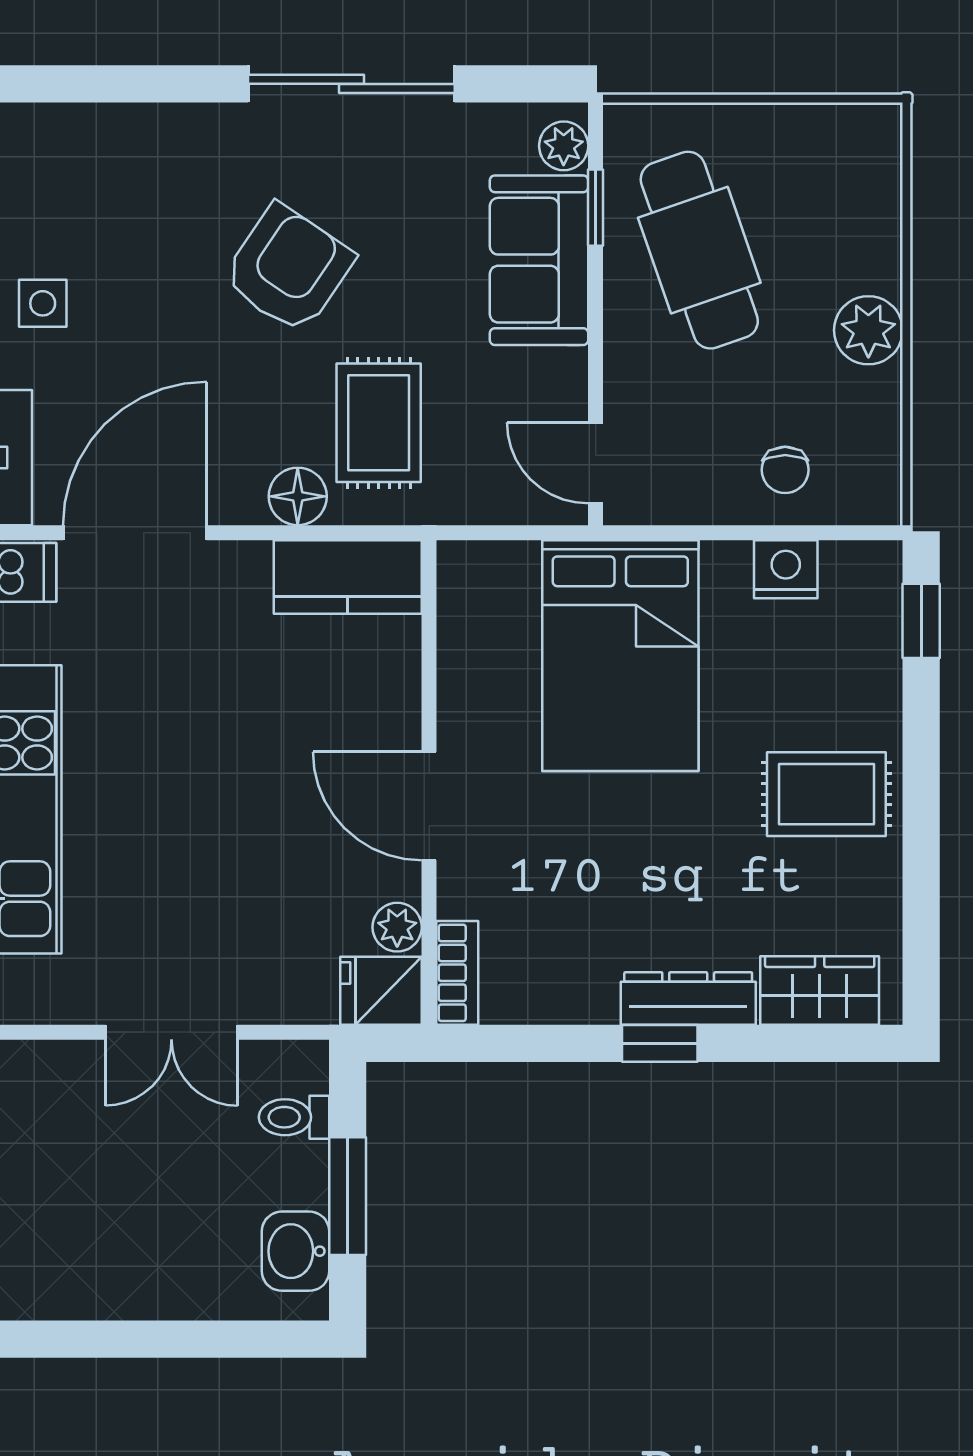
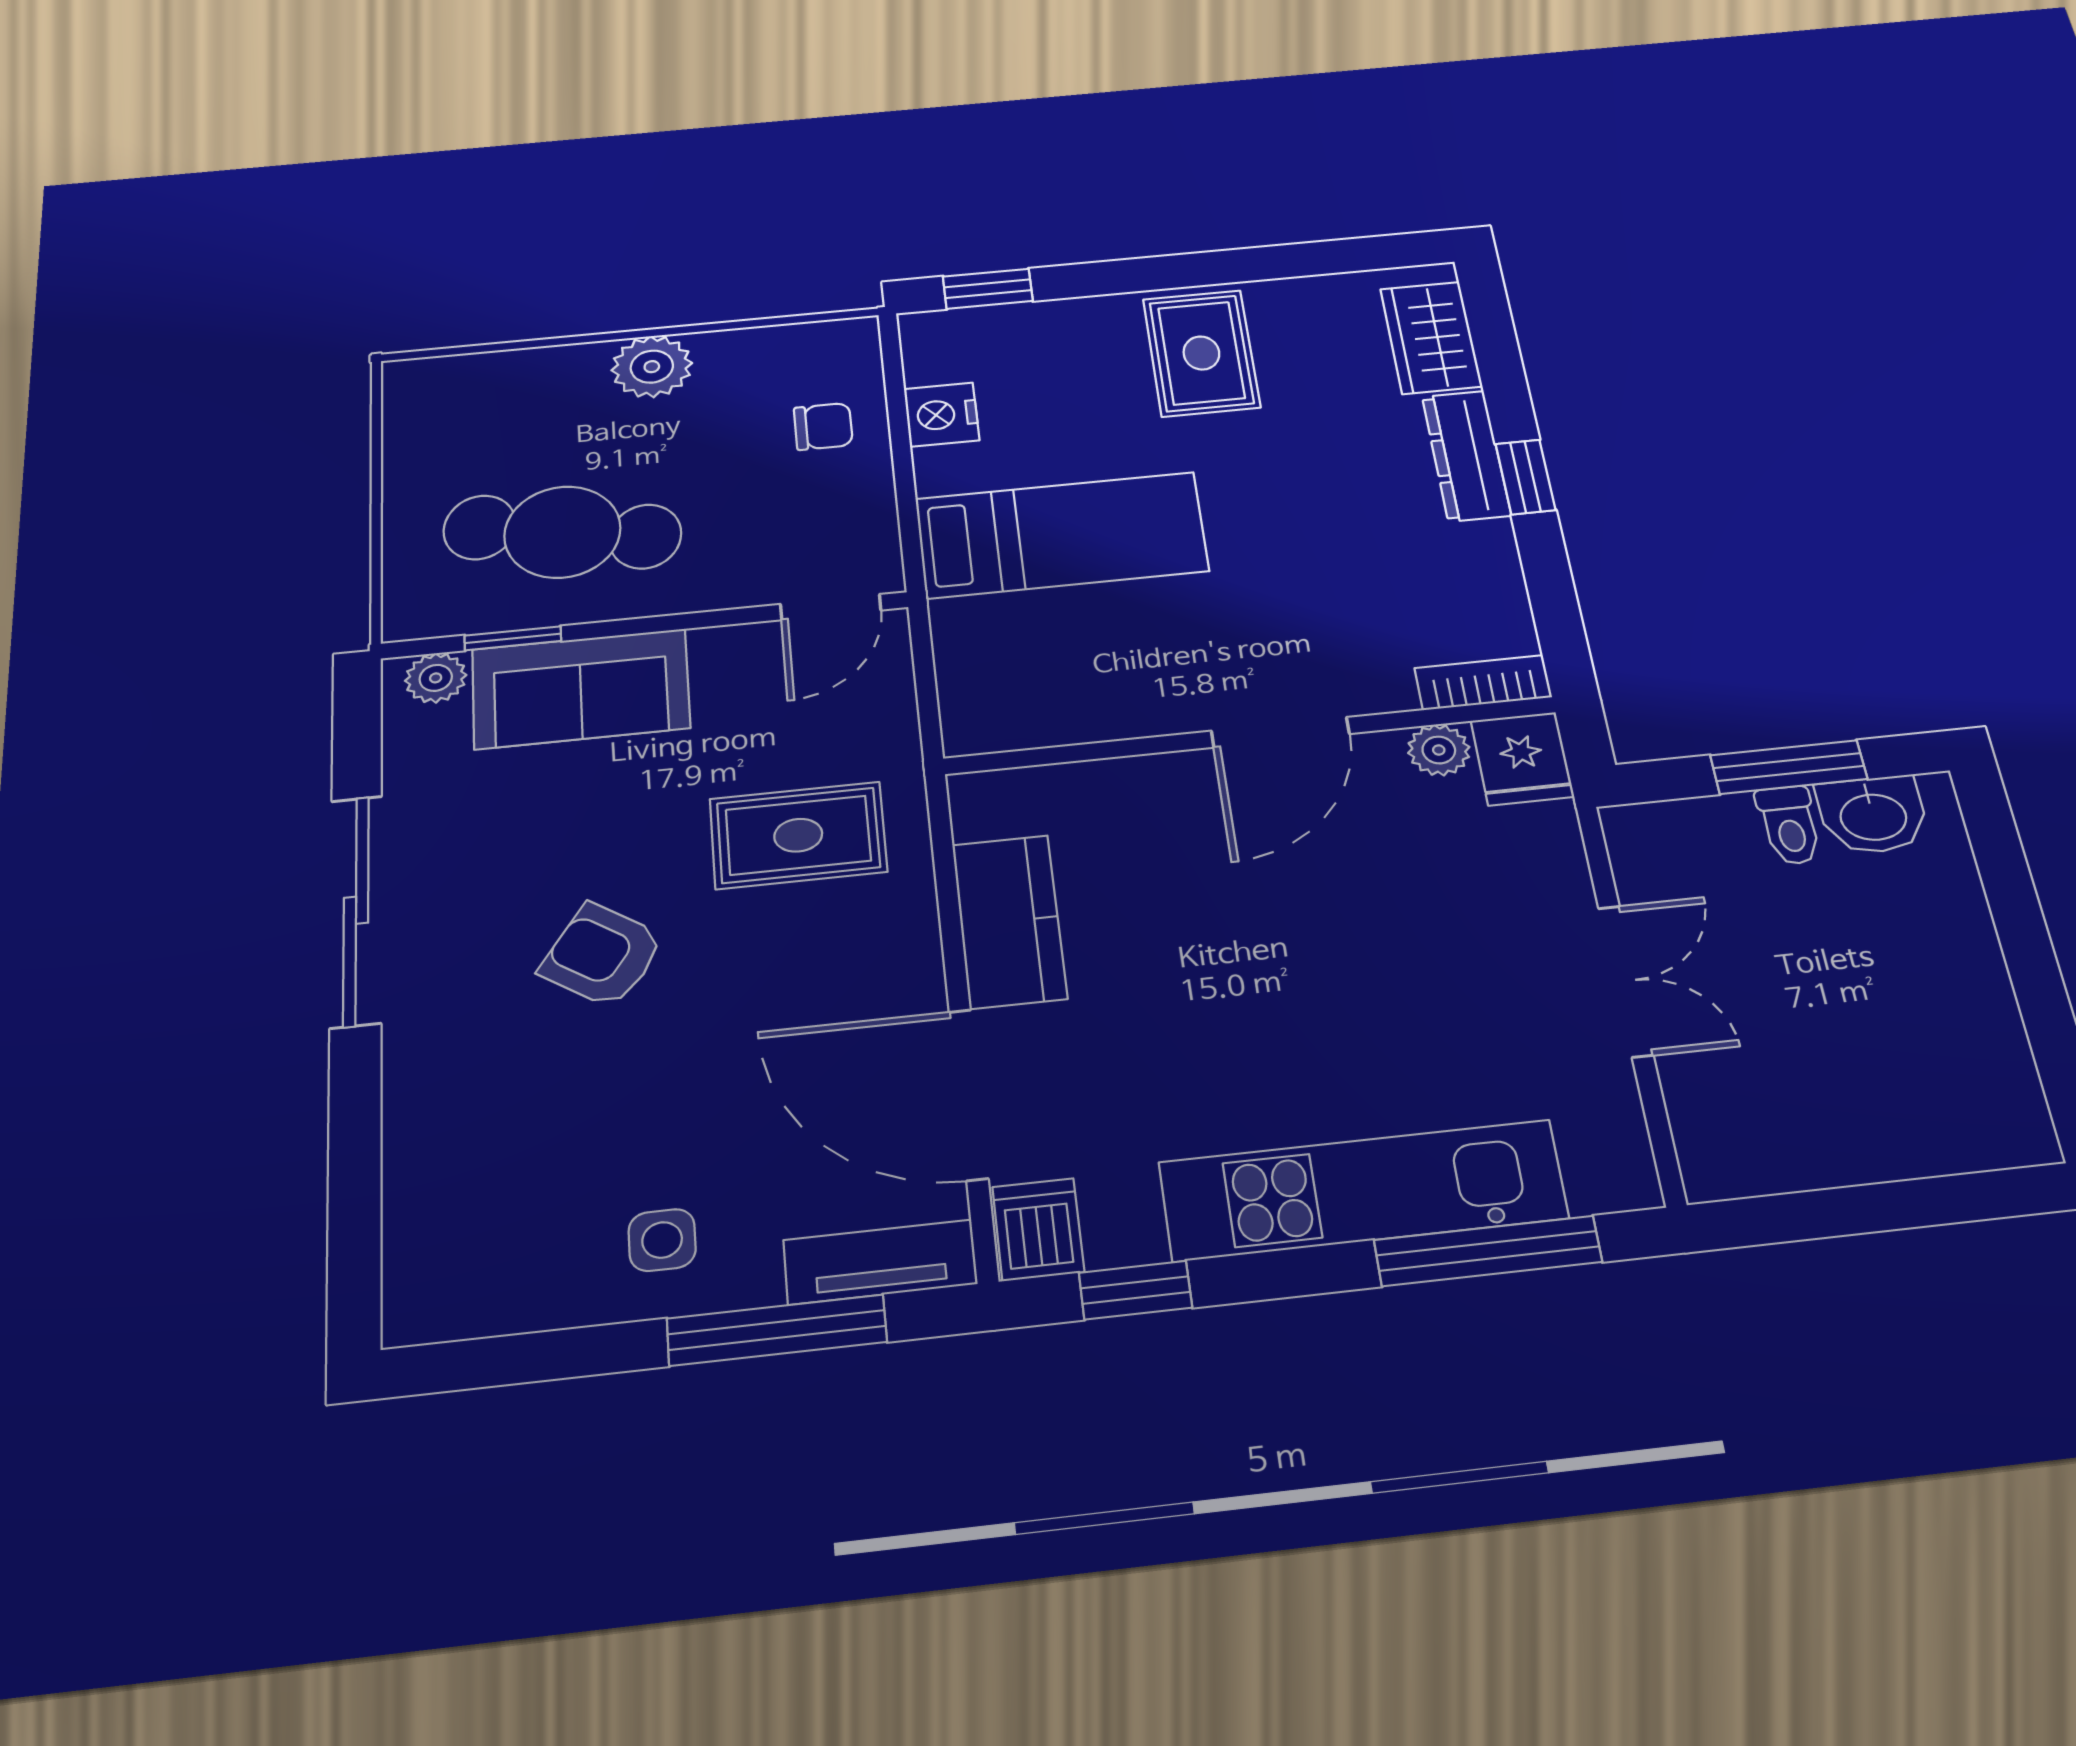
cafe table: (699, 250) -> (562, 532), turned 30
armchair: (288, 269) -> (602, 955), width x0.72, depth x0.72
floor lamp: (298, 496) -> (902, 913), removed
kitchen counter: (348, 577) -> (1009, 921), moved
bed: (620, 656) -> (1061, 535), width x0.67
toilet: (294, 1117) -> (1789, 825), moved

